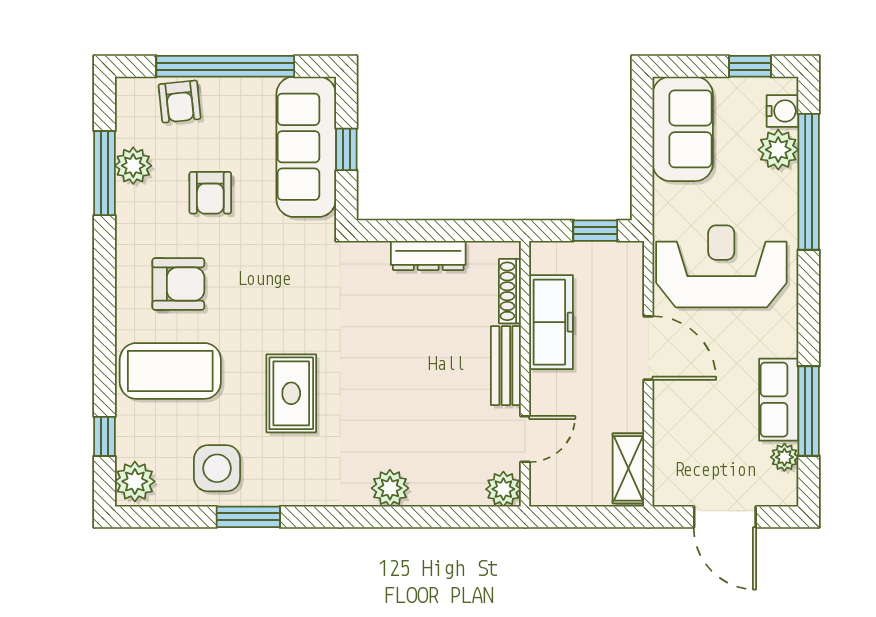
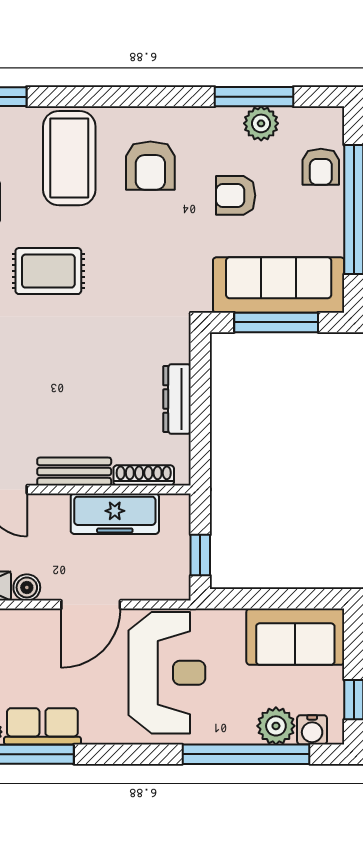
armchair: (180, 102) -> (321, 167), turned -84
window: (346, 149) -> (276, 322), width x2.17
boiler: (630, 416) -> (27, 587), added

